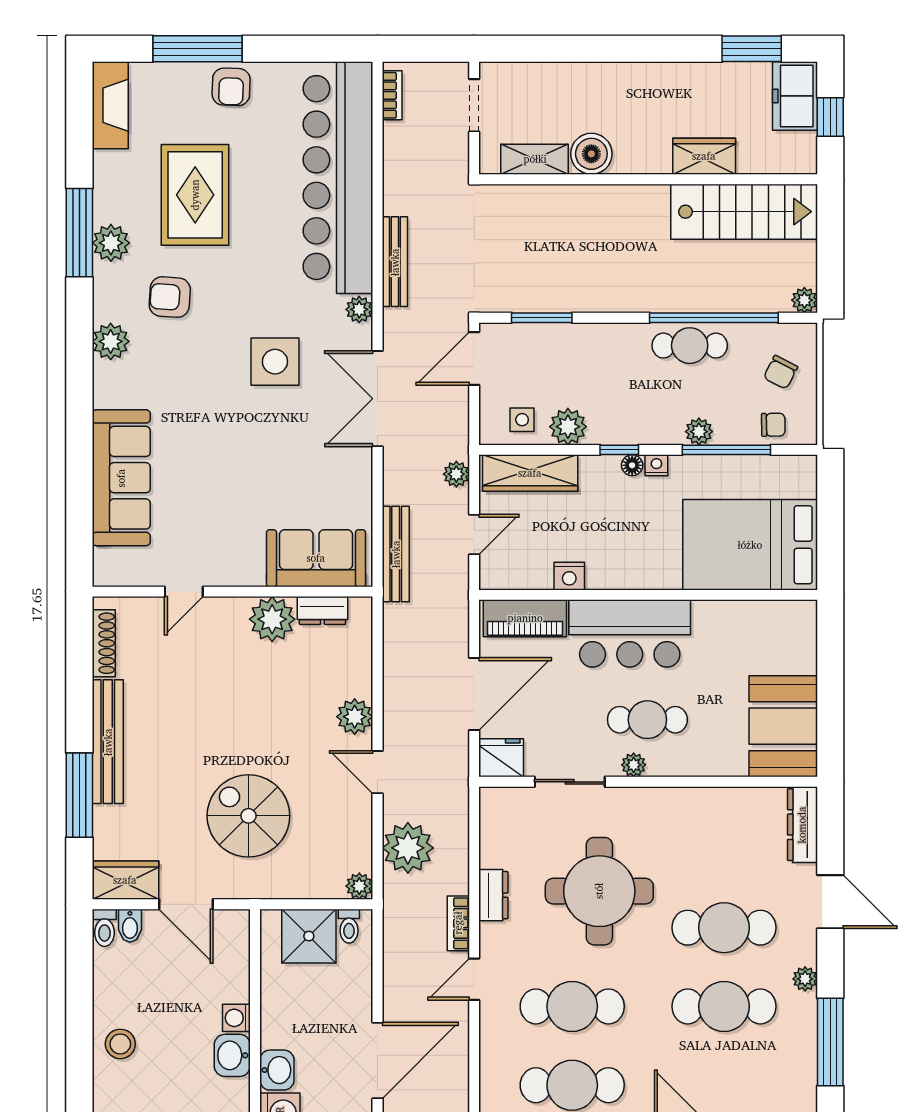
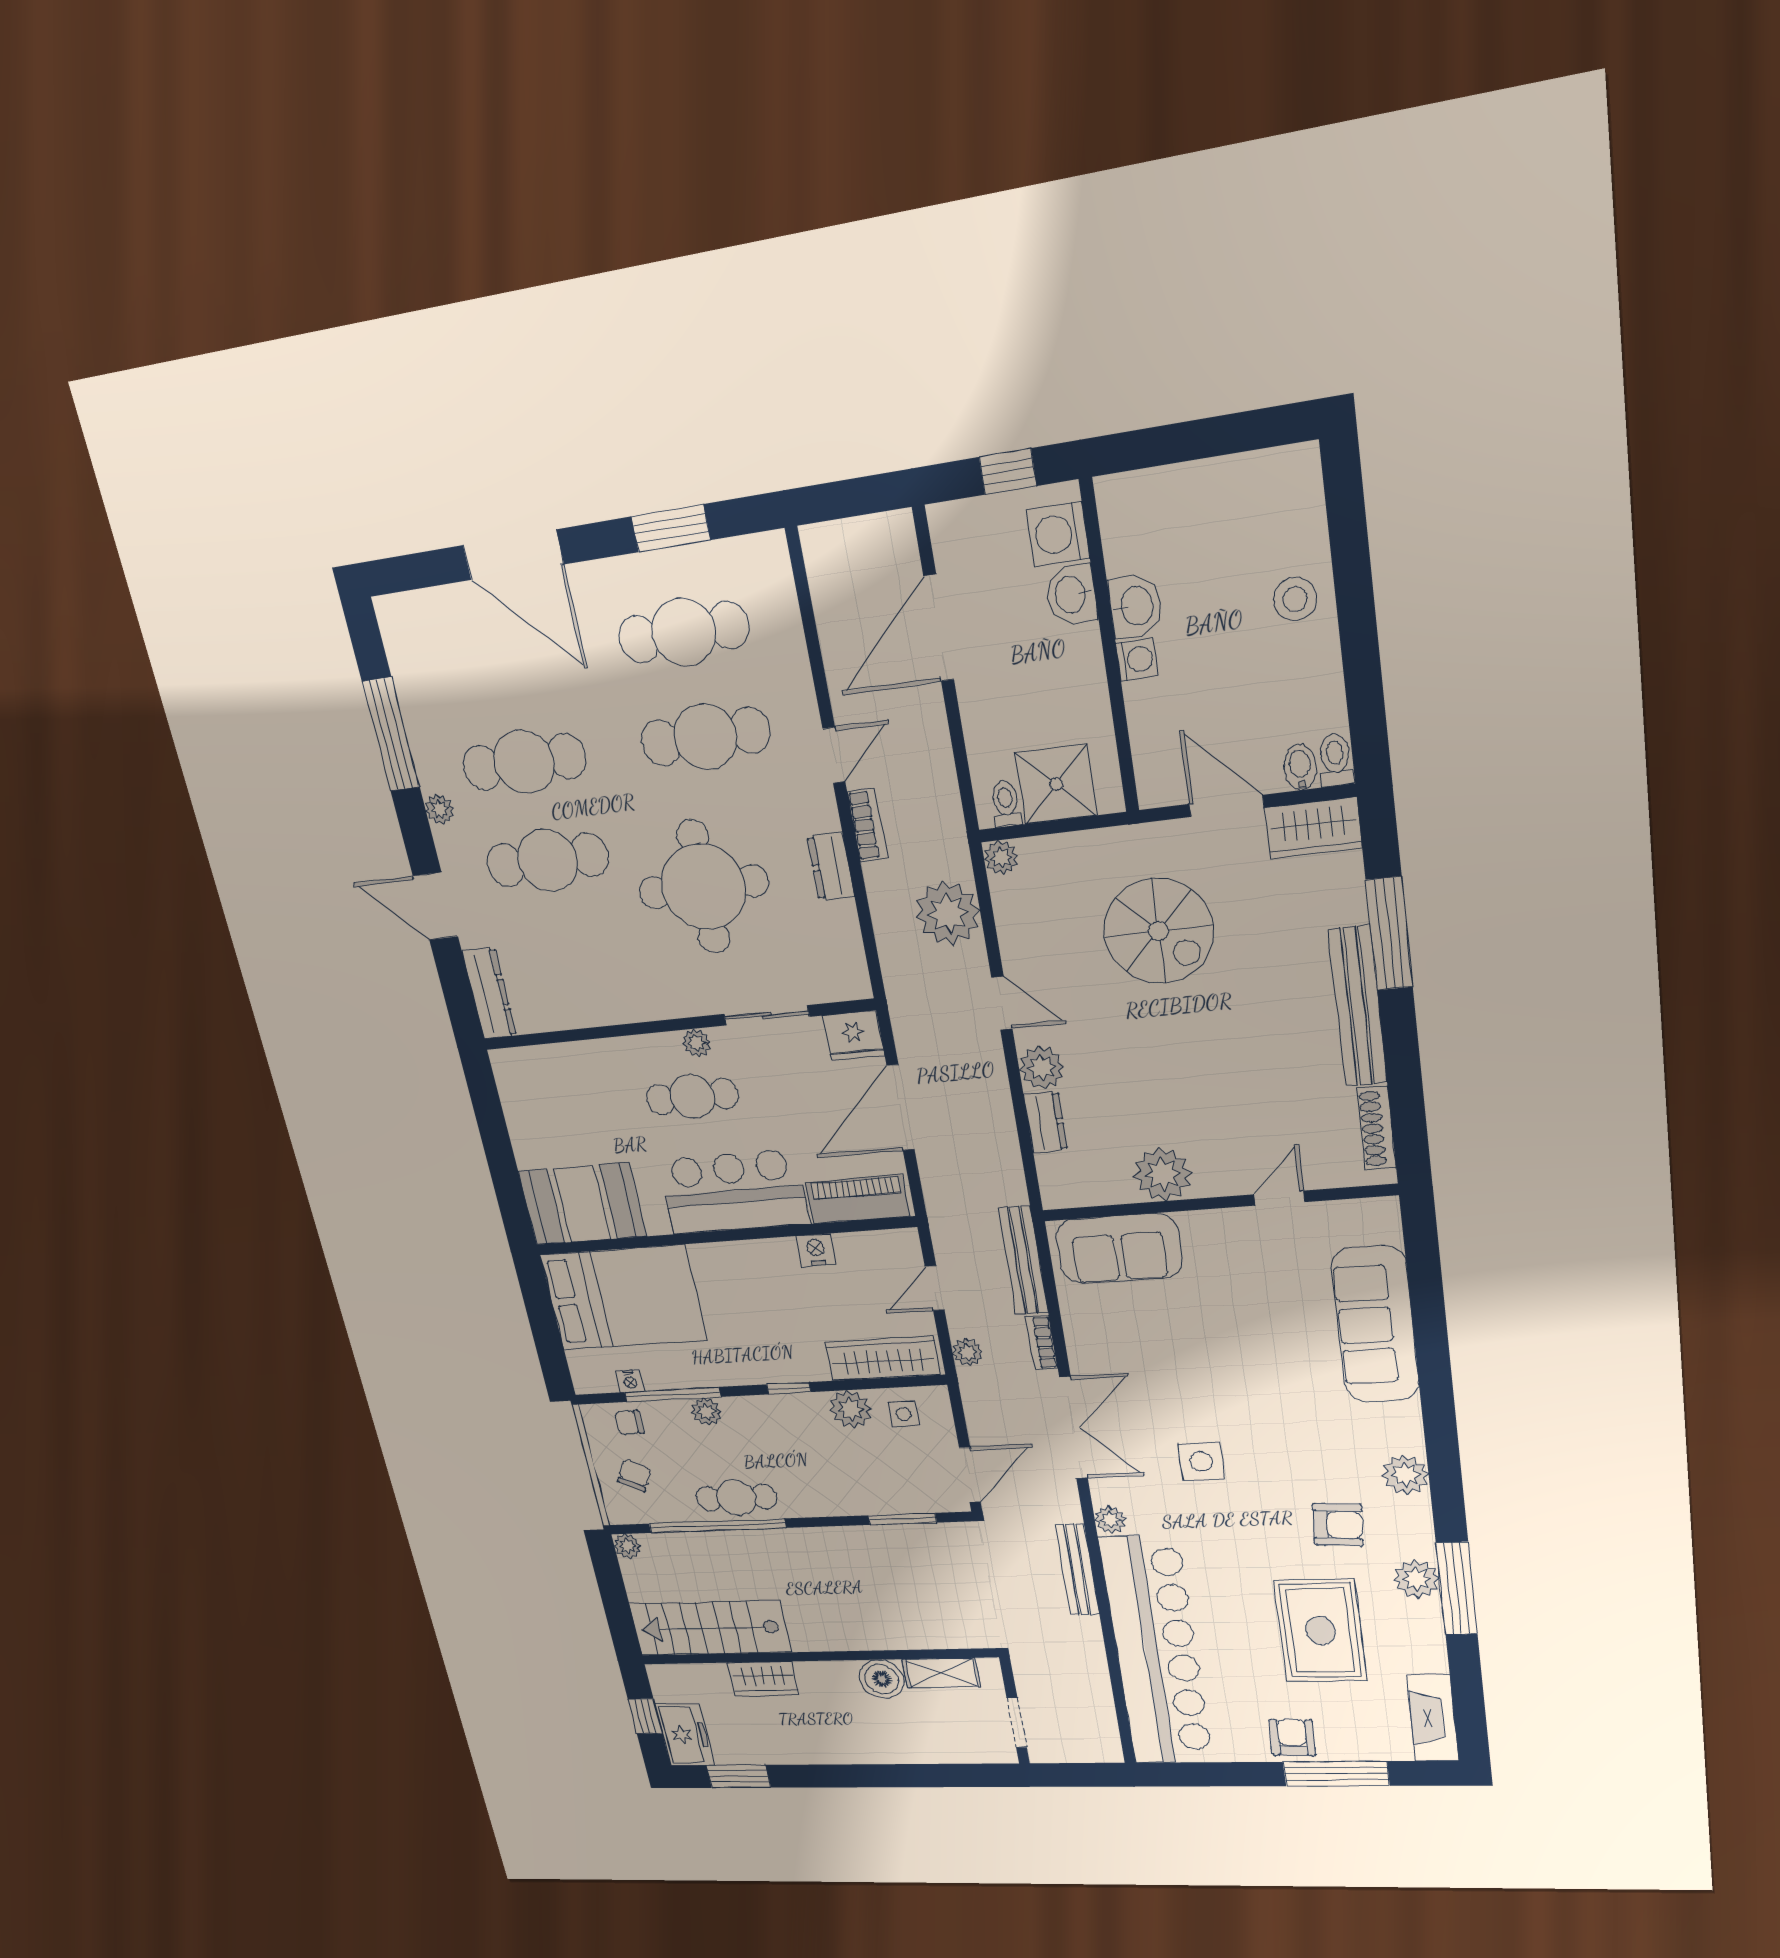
bookcase: (392, 95) -> (1042, 1343), moved
side table: (275, 362) -> (1201, 1462), width x0.73, depth x0.73
floor lamp: (632, 465) -> (771, 1373), removed
nightstand: (656, 465) -> (630, 1381), moved
dresser: (322, 611) -> (1046, 1122), moved, turned 90
booth: (783, 726) -> (582, 1204), moved, turned 90

